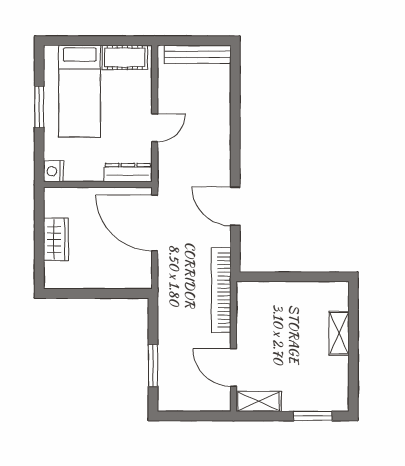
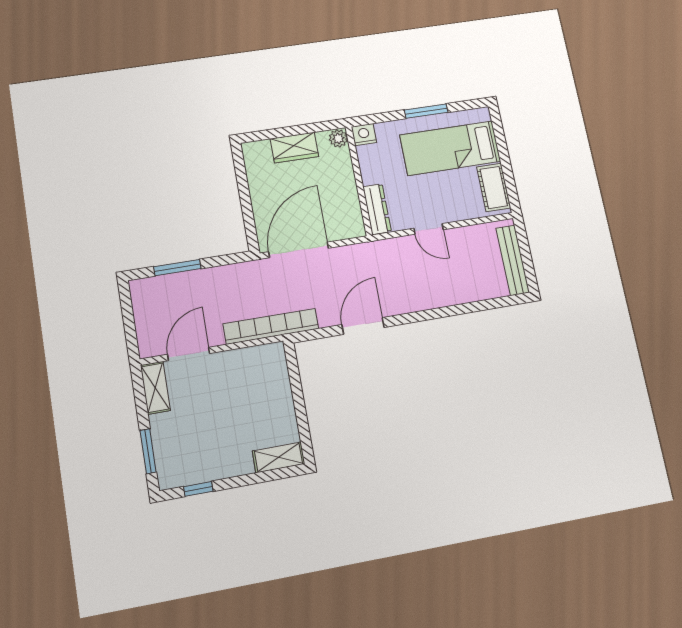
plant: (53, 196) -> (338, 138), added
door: (155, 223) -> (299, 250), moved
shelving: (339, 333) -> (279, 457), moved
window: (353, 378) -> (198, 489), added

